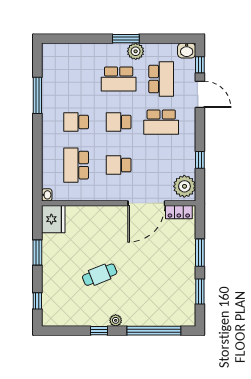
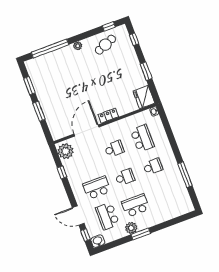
locker: (179, 212) -> (108, 116), moved
cafe table: (100, 275) -> (105, 45), moved
window: (99, 331) -> (109, 26), moved

